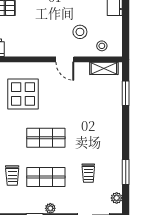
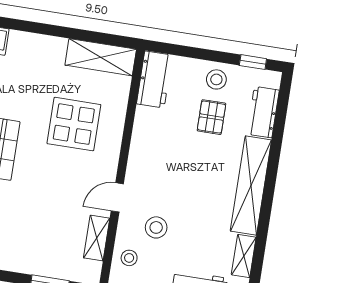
shelving: (104, 68) -> (97, 238), moved

